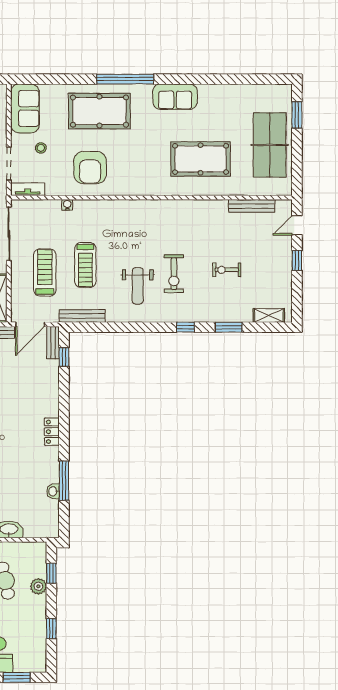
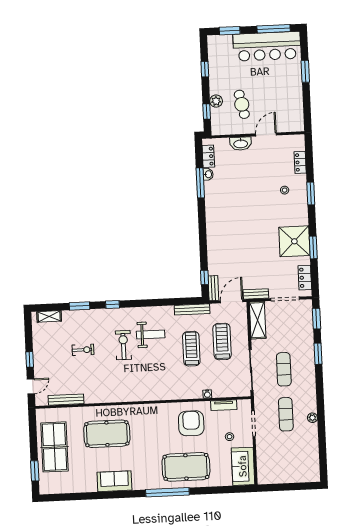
sofa: (175, 97) -> (114, 481), moved
tv unit: (28, 189) -> (224, 405), moved
treadmill: (45, 272) -> (222, 342), turned 180
weight bench: (138, 286) -> (151, 335), turned 90
locker: (52, 432) -> (208, 156), moved

